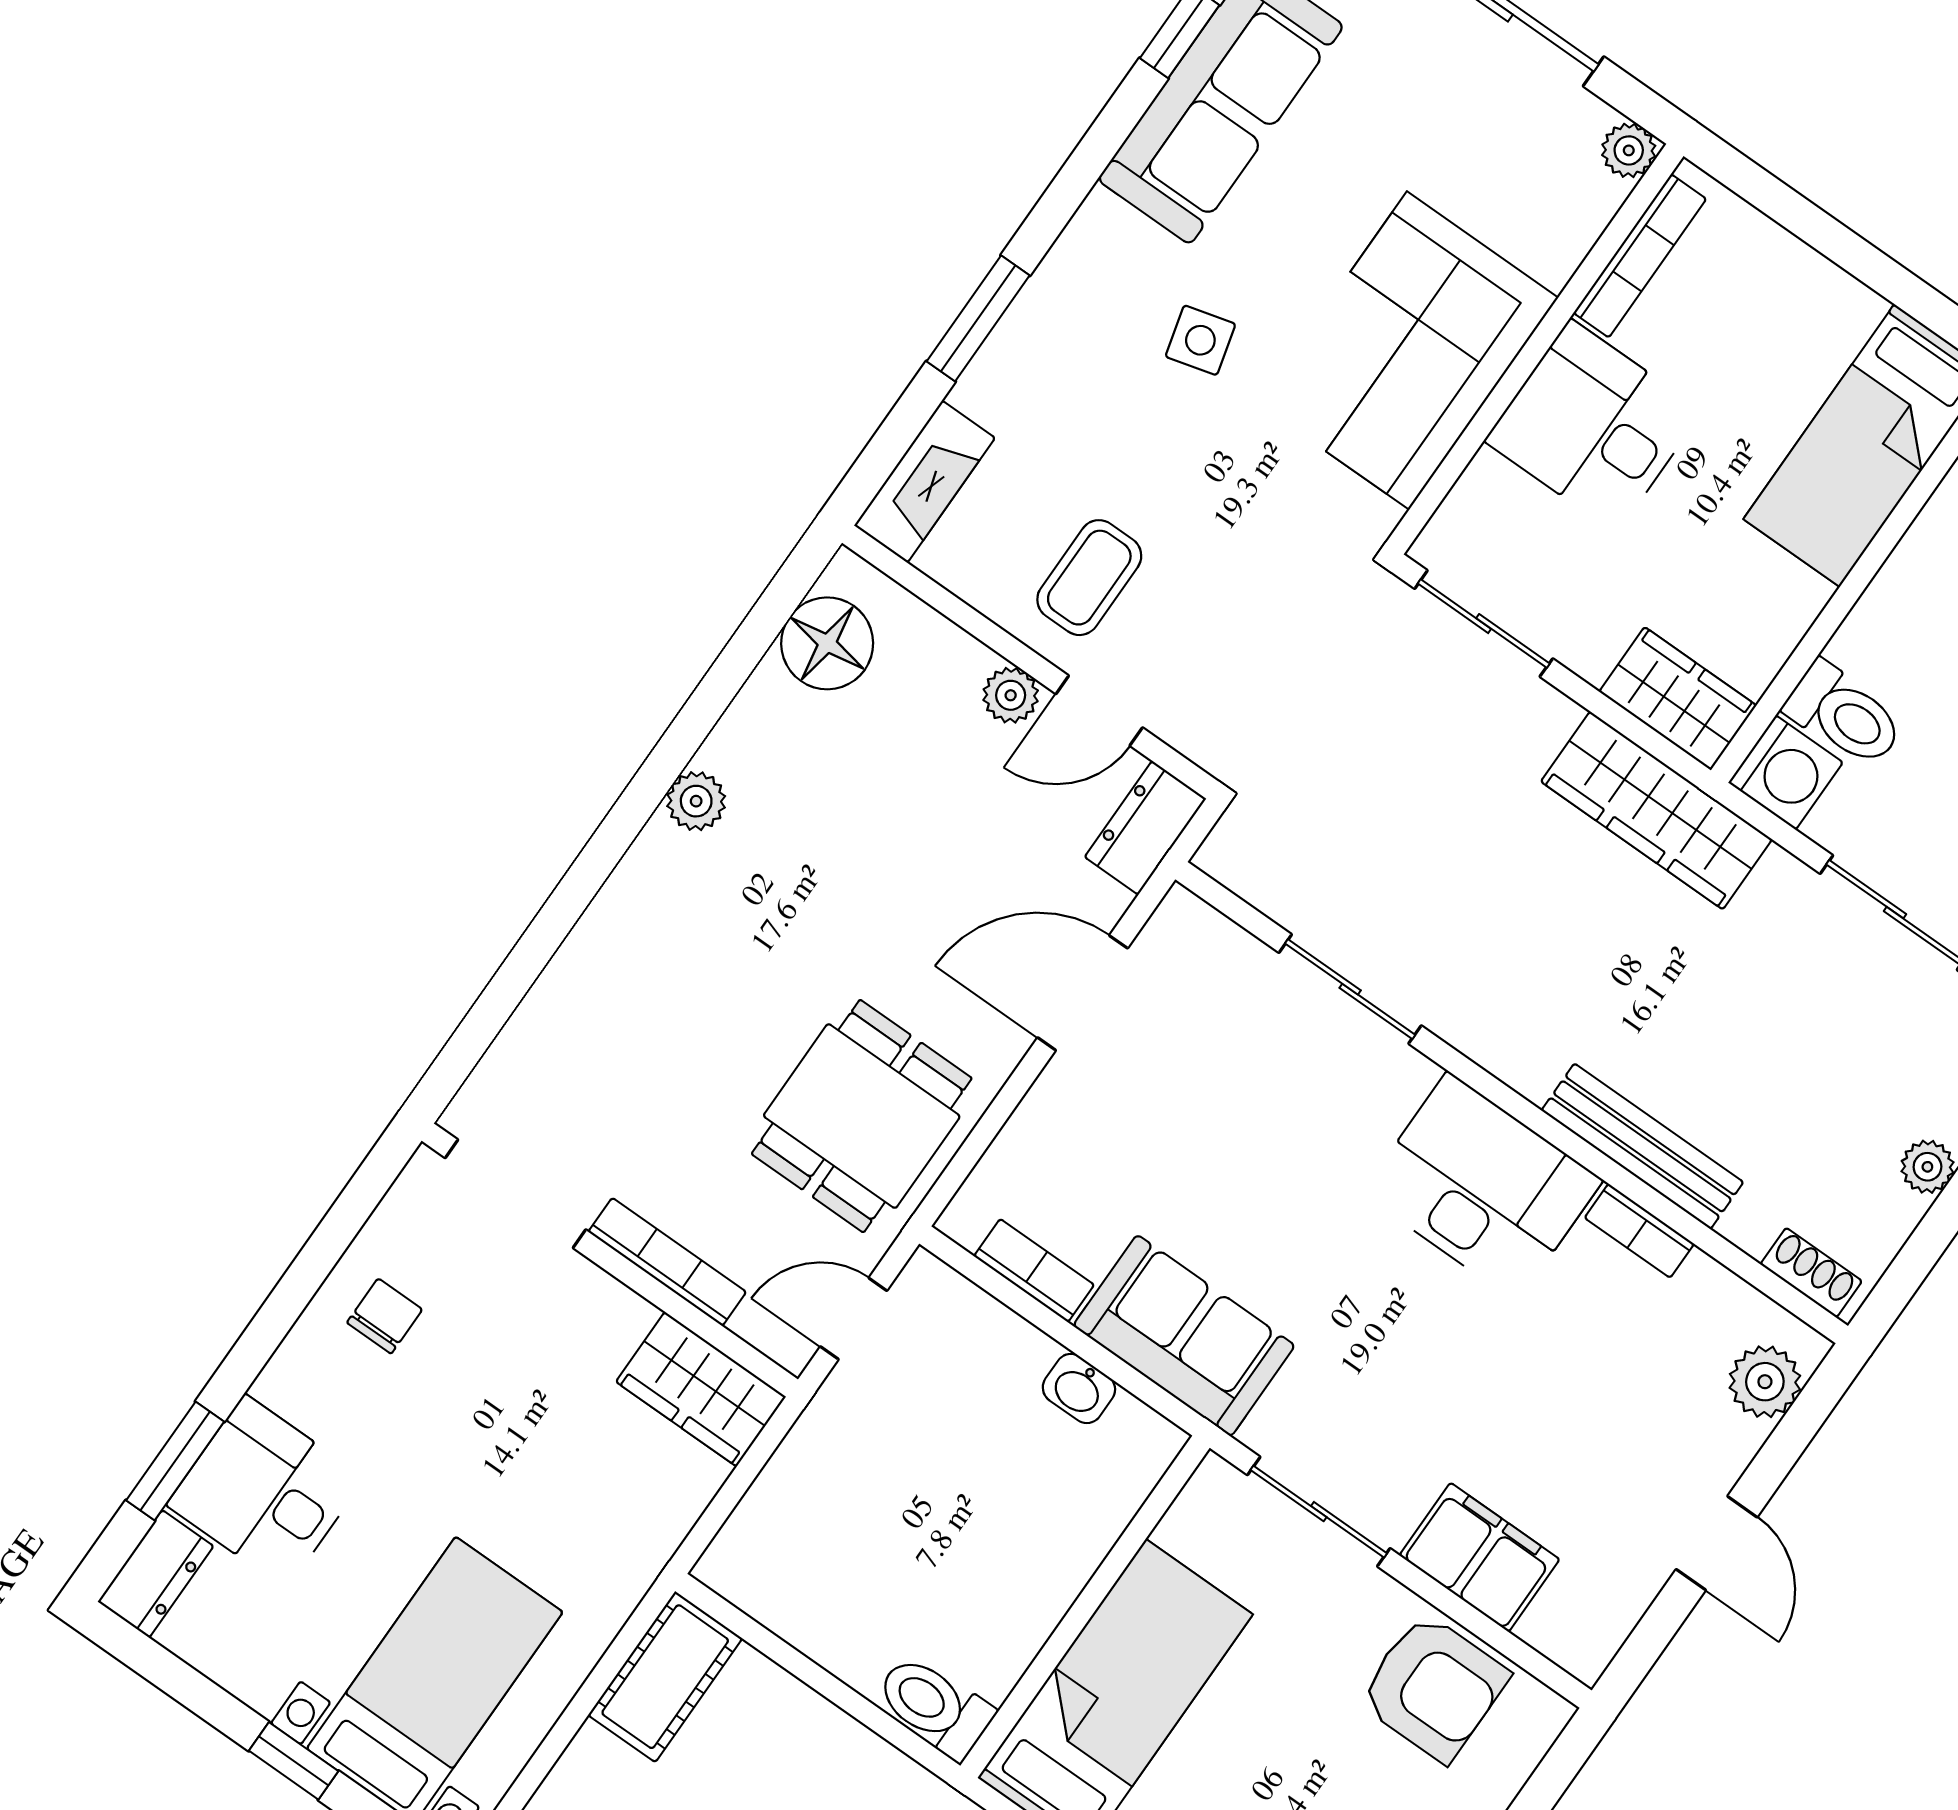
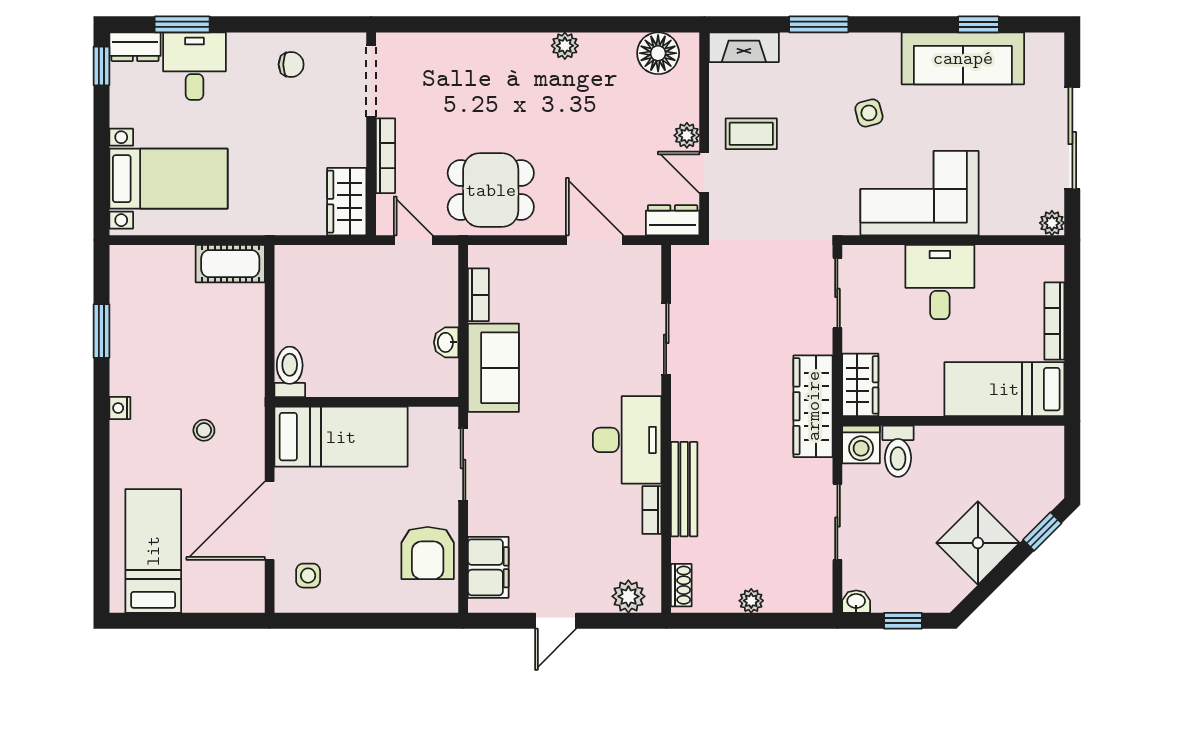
bookcase: (1640, 256) -> (1054, 321), moved, turned 90
filing cabinet: (1480, 1557) -> (488, 567), moved
window: (294, 1761) -> (101, 66), moved

